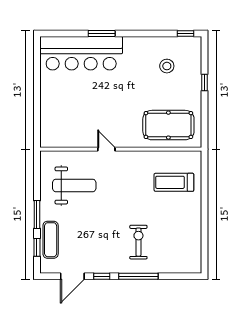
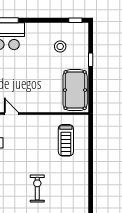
pool table: (168, 125) -> (75, 90), moved, turned 90
treadmill: (174, 182) -> (66, 140), turned -90

